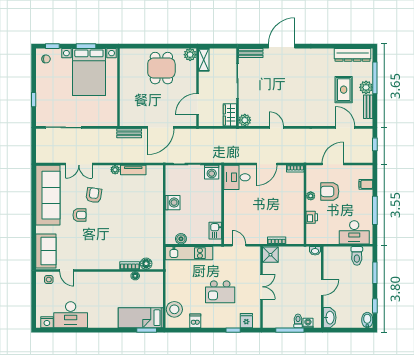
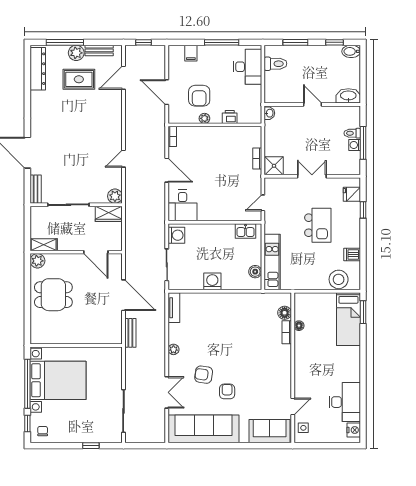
window: (86, 46) -> (27, 384), width x2.11
tv unit: (133, 170) -> (174, 308), moved
washing machine: (308, 323) -> (355, 145), moved

